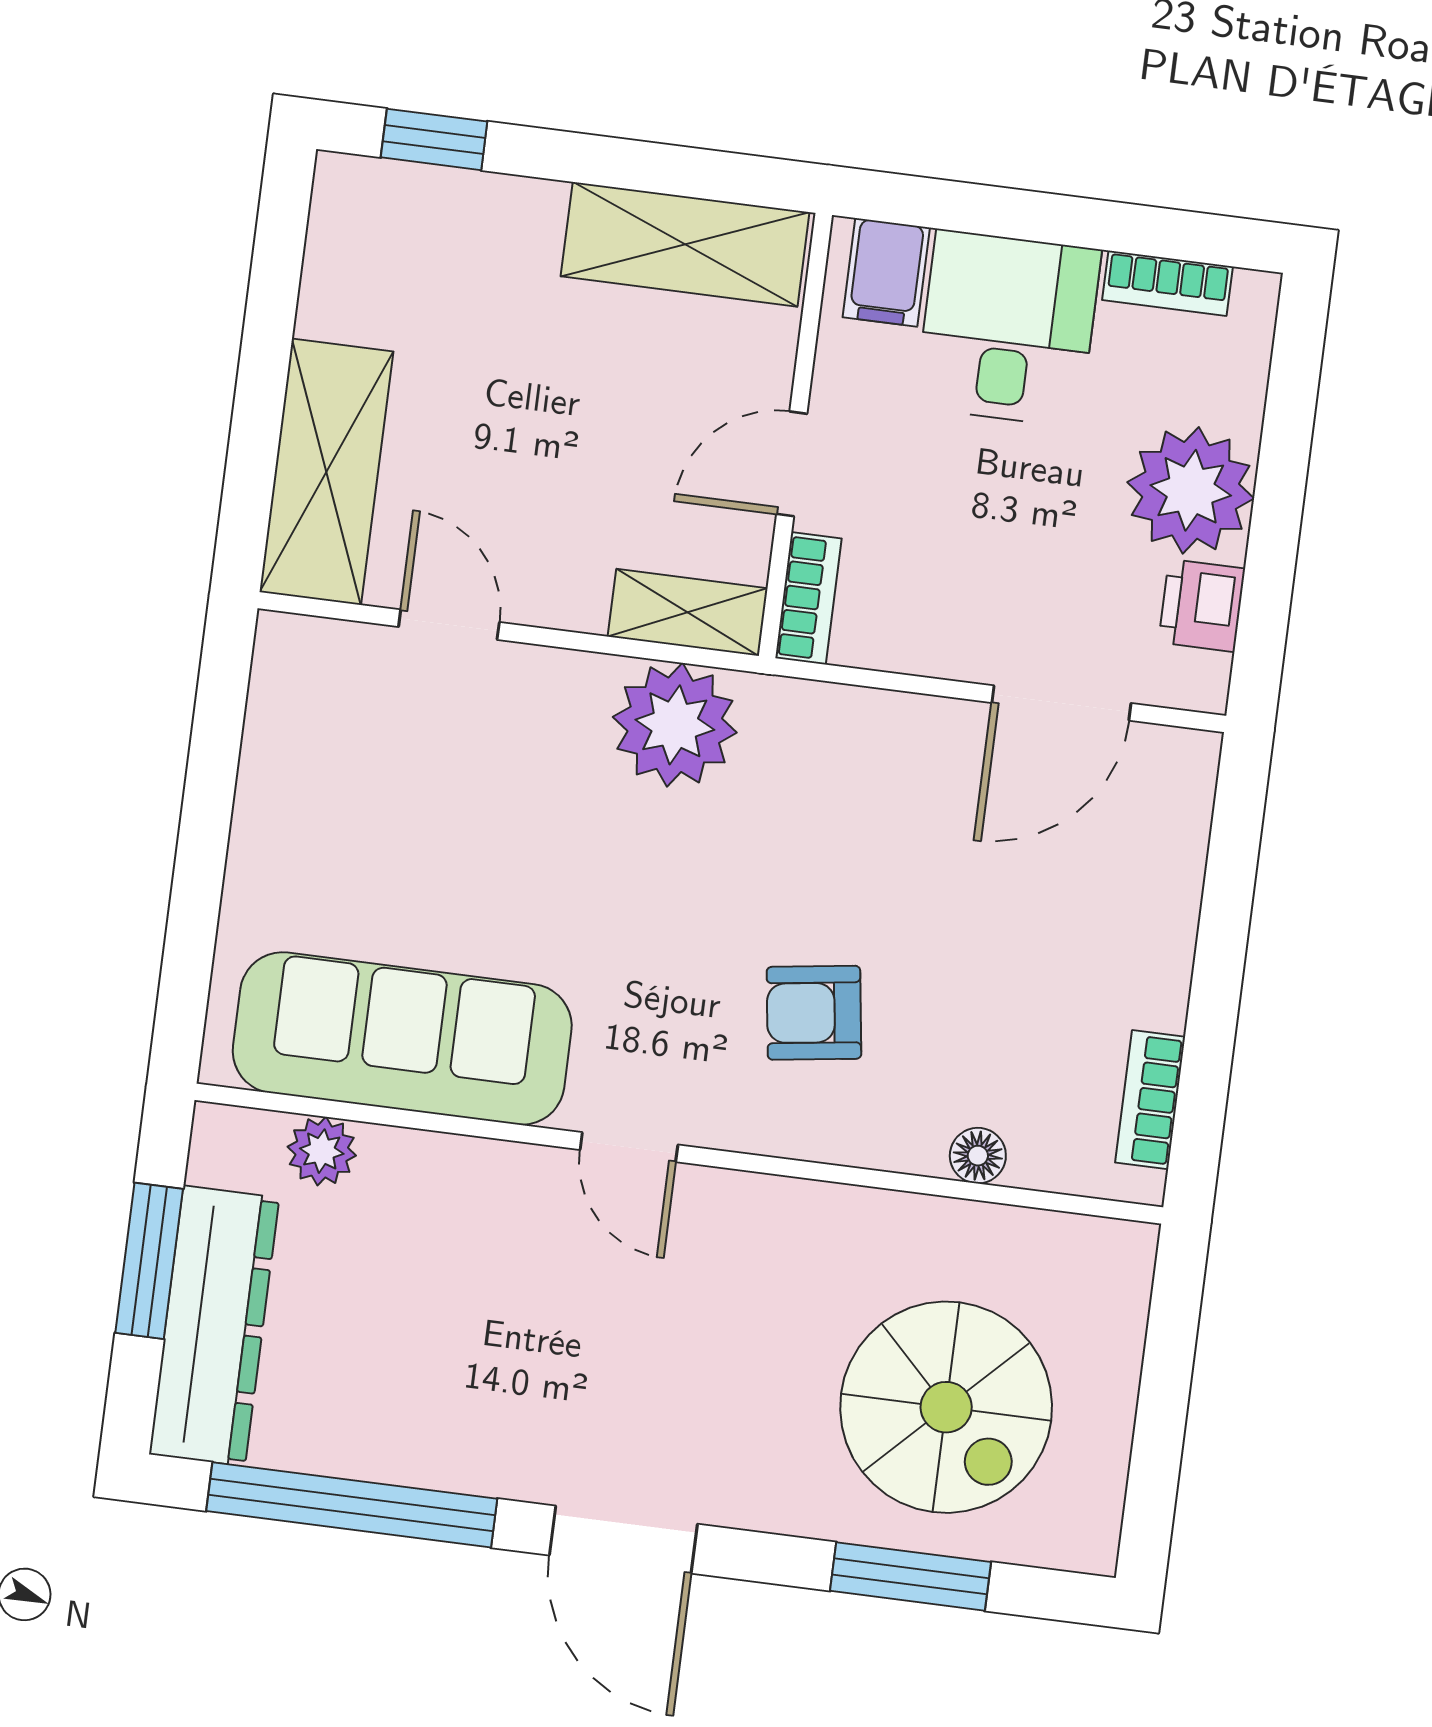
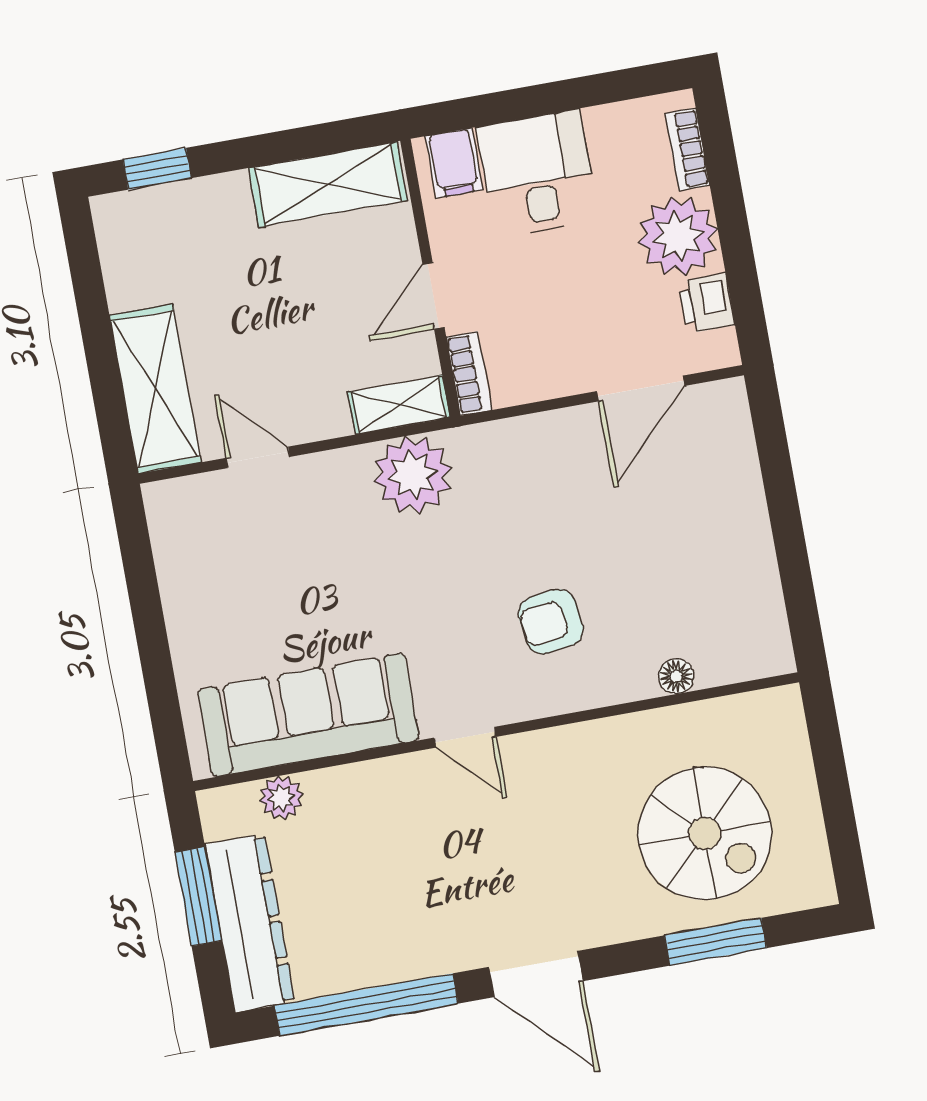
bookcase: (1167, 283) -> (687, 149), moved, turned 90
bookcase: (1150, 1100) -> (769, 610), removed

